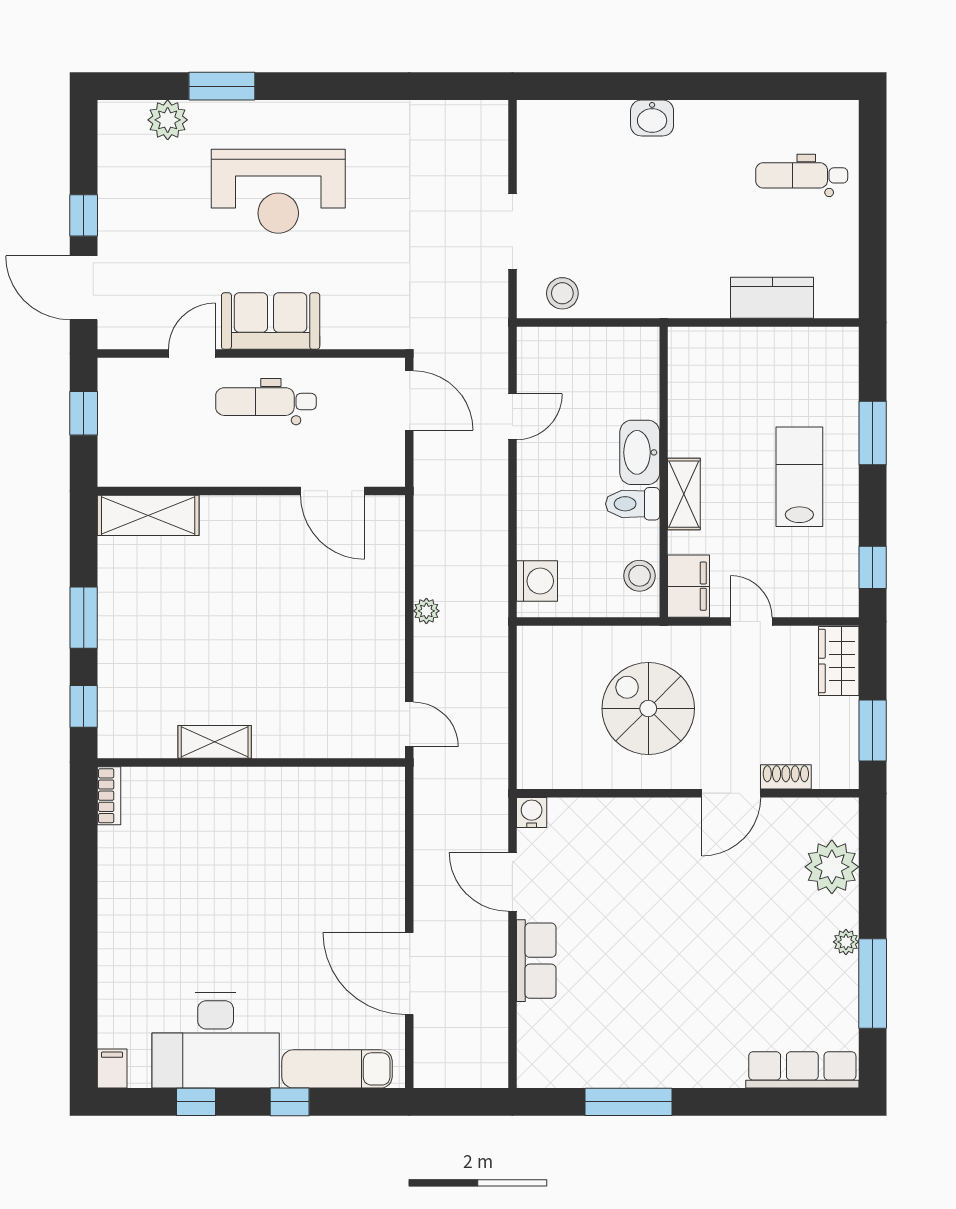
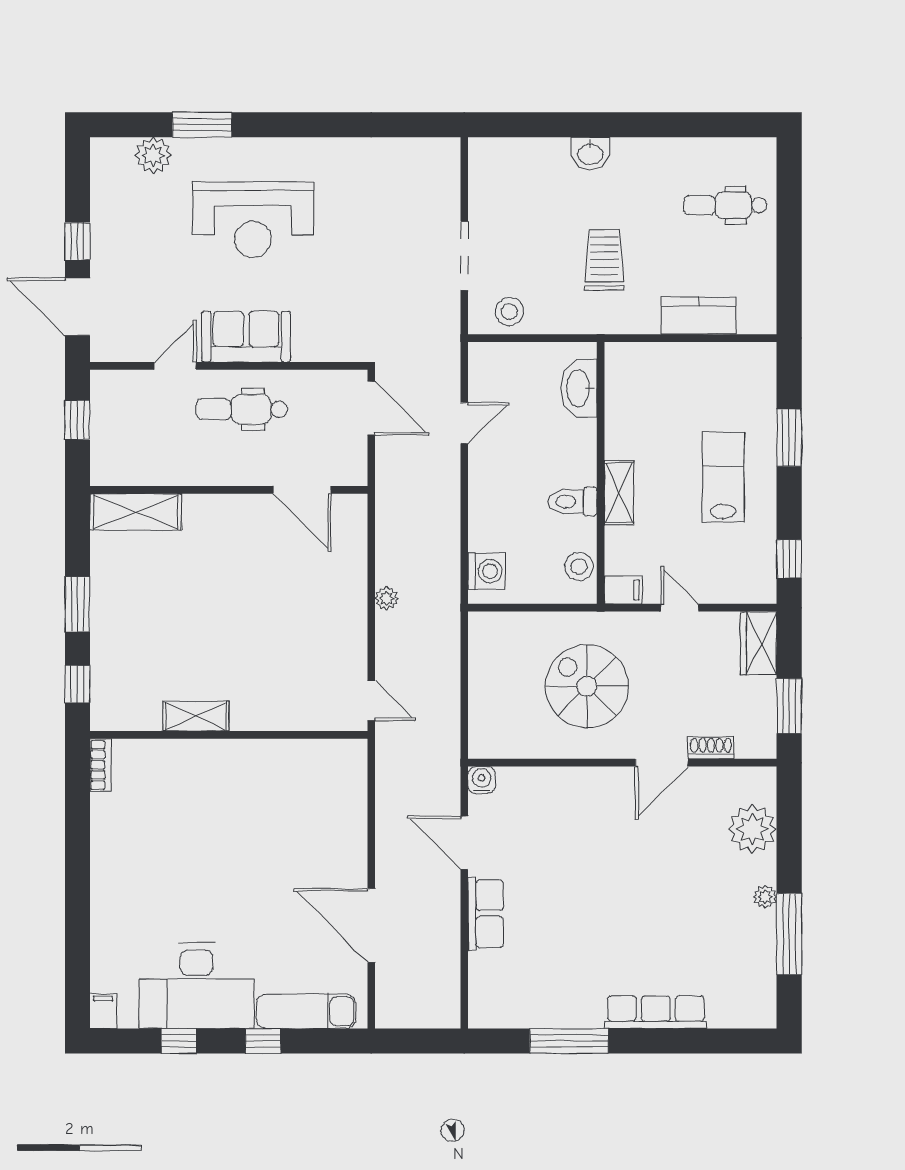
trolley: (668, 236) -> (604, 260), added
washbasin: (640, 452) -> (579, 388), moved
filing cabinet: (689, 586) -> (623, 590), width x0.50
row of seats: (802, 1070) -> (656, 1012), moved

